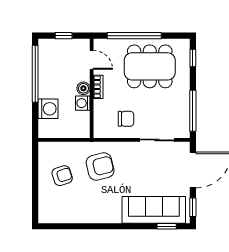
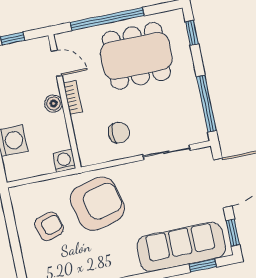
washing machine: (83, 103) -> (64, 161), moved, turned 90
armchair: (100, 167) -> (97, 204), width x1.36, depth x1.36

